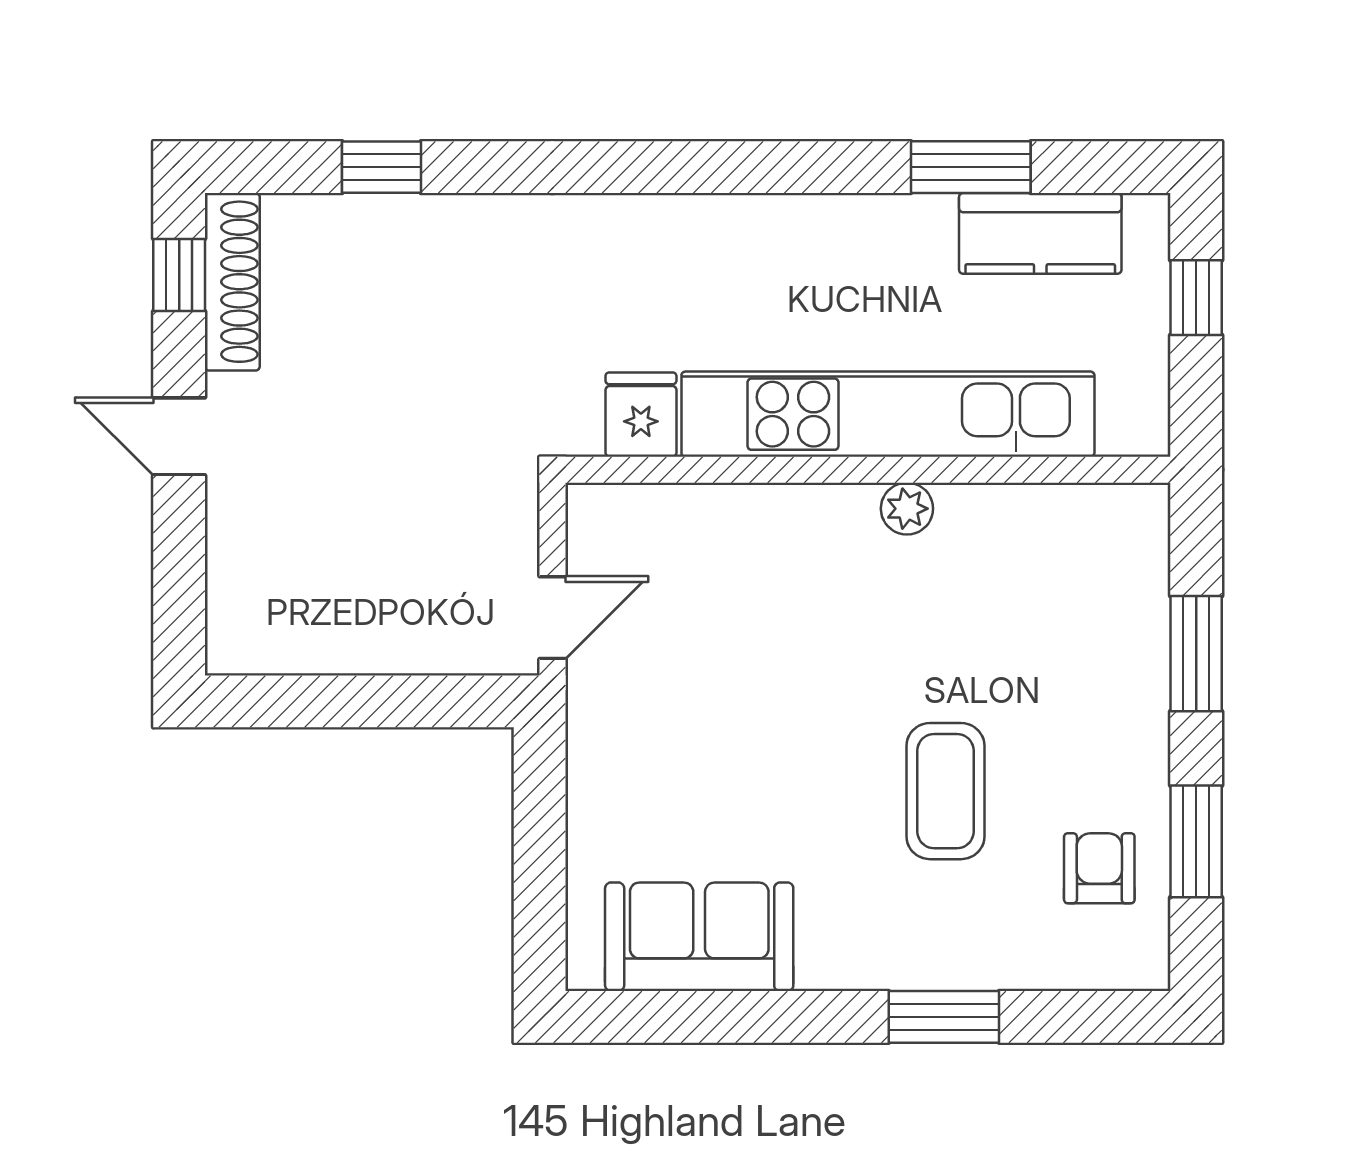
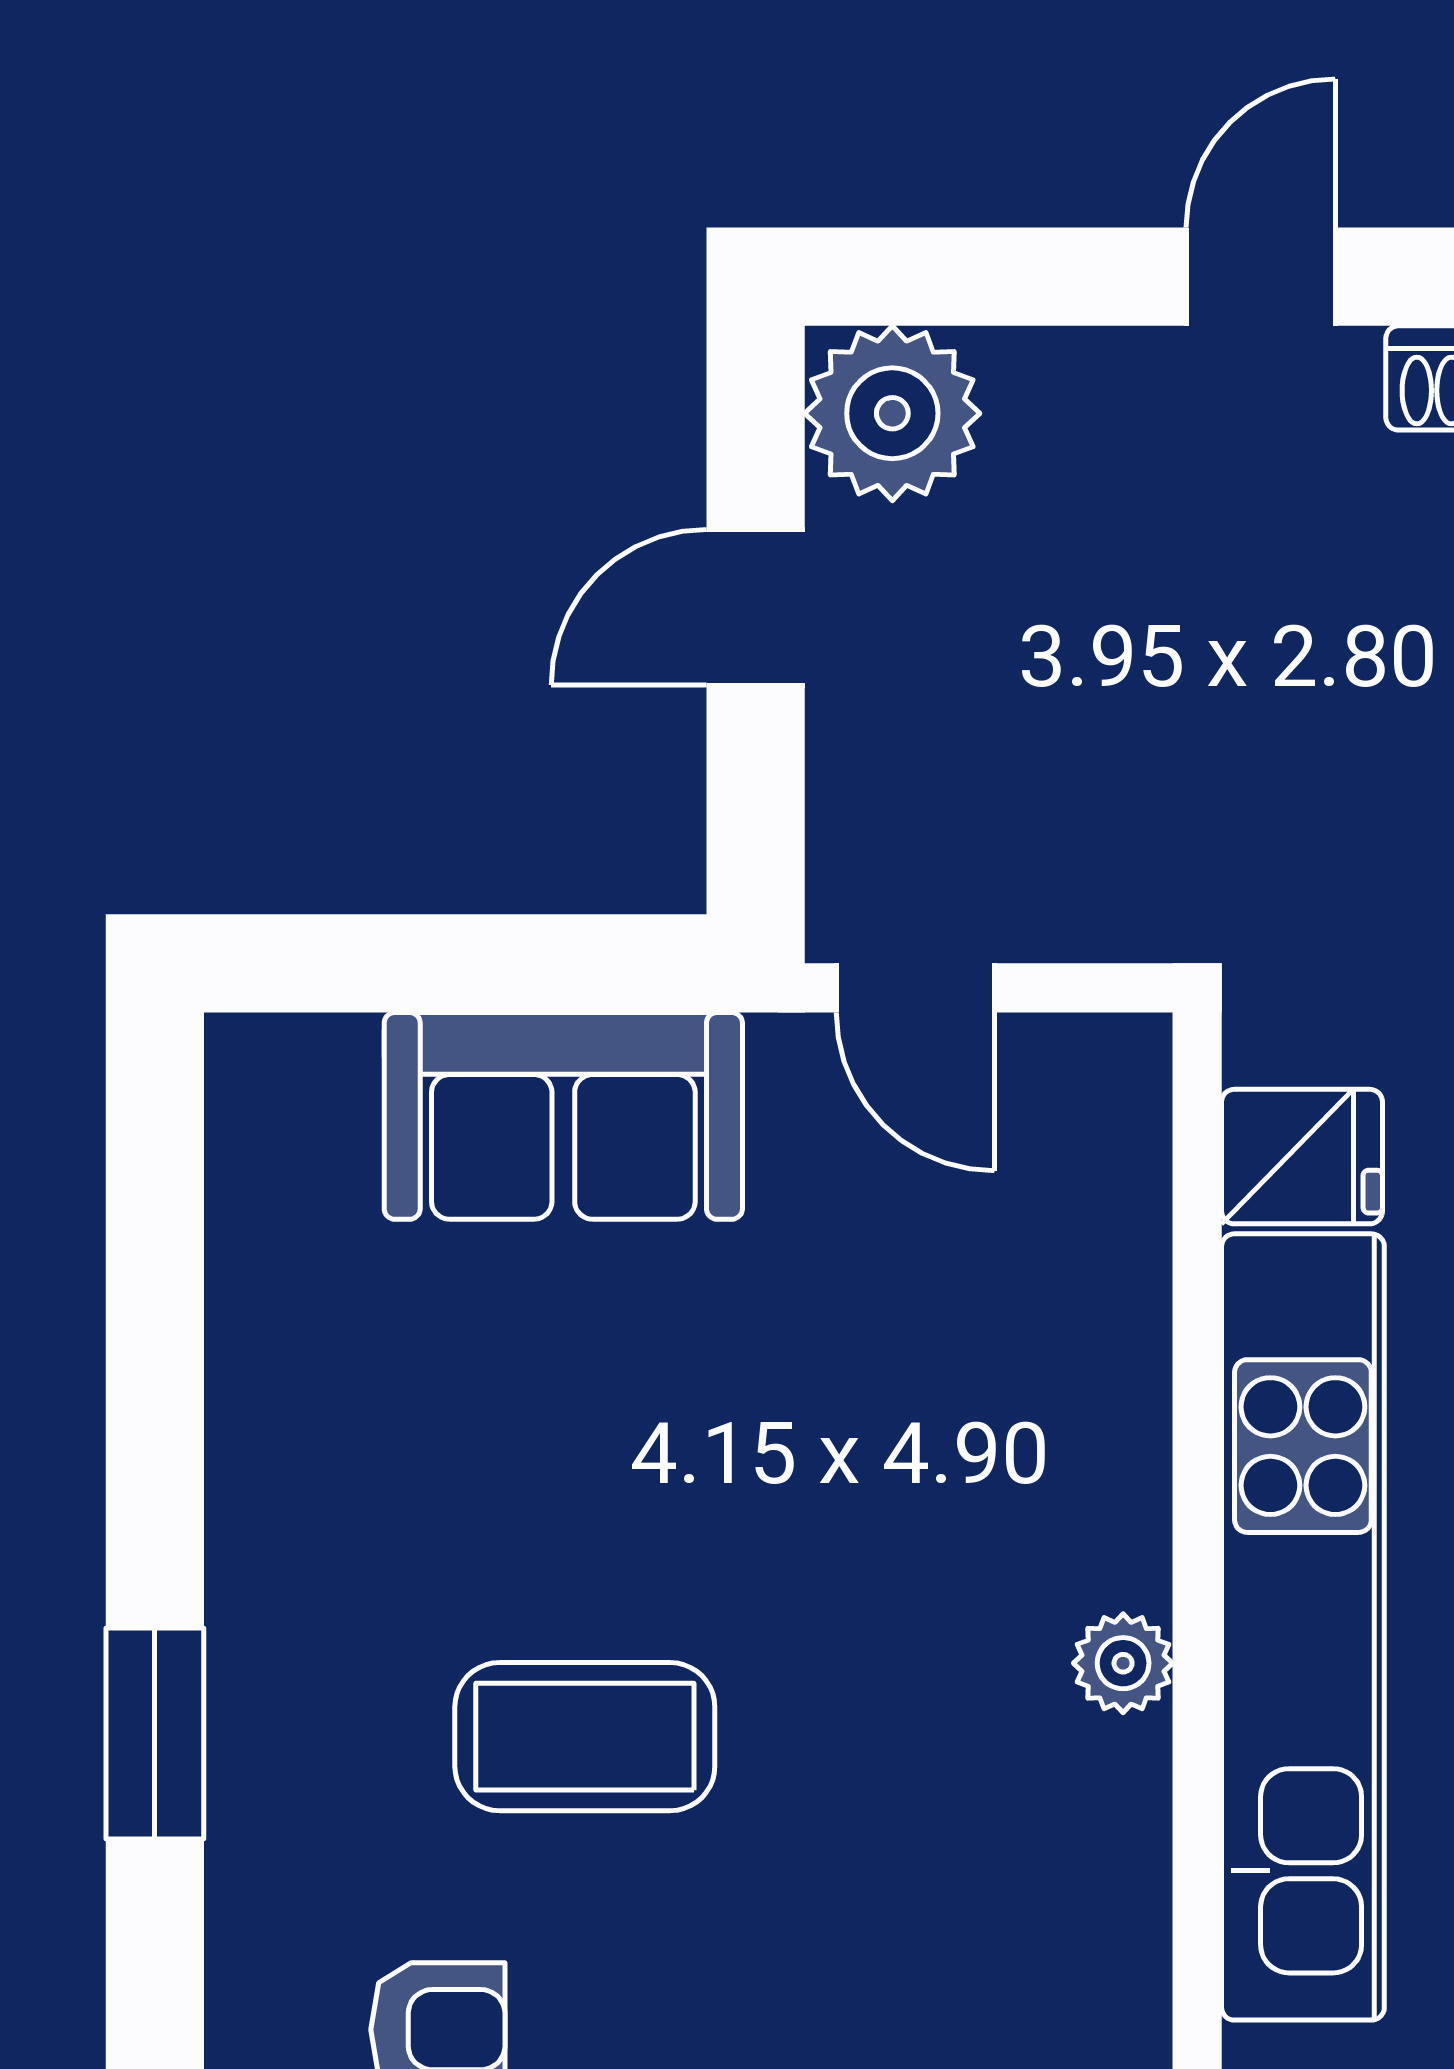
plant: (251, 630) -> (892, 413), added
door: (353, 701) -> (756, 607), added
sofa: (699, 937) -> (563, 1116), moved, turned 90

